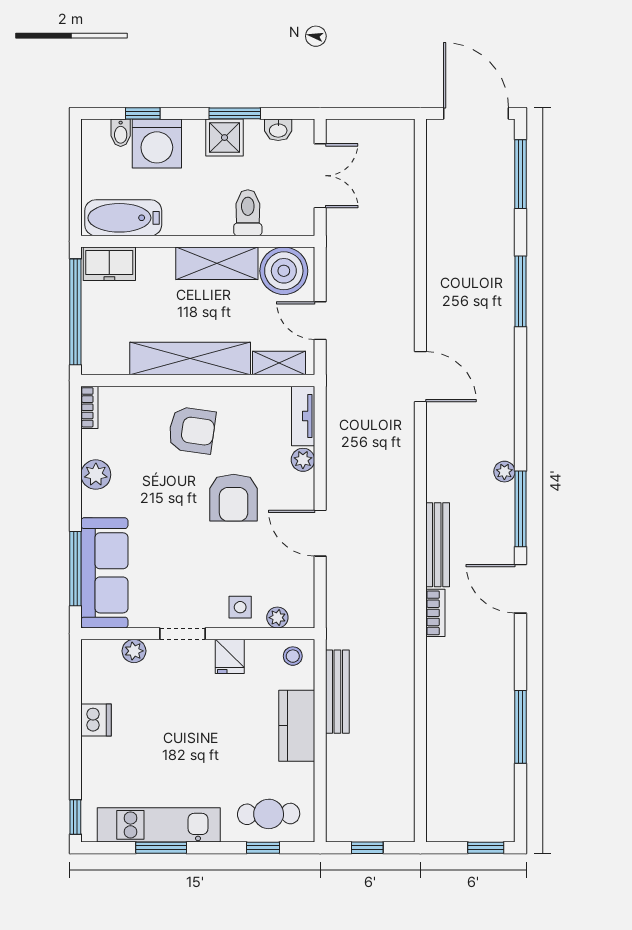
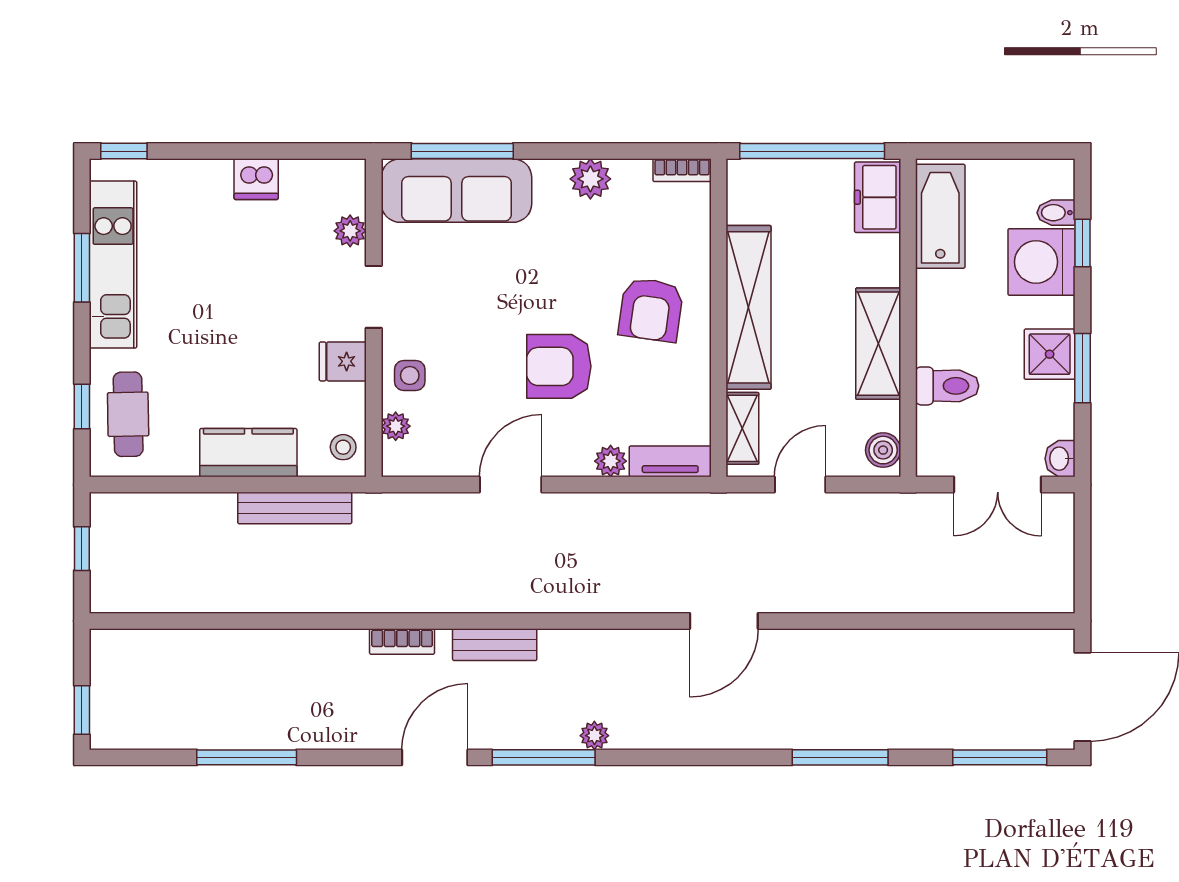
washbasin: (278, 130) -> (1060, 459), moved
boiler: (284, 271) -> (883, 450), width x0.54, depth x0.54
bench: (438, 545) -> (495, 645), width x0.73

